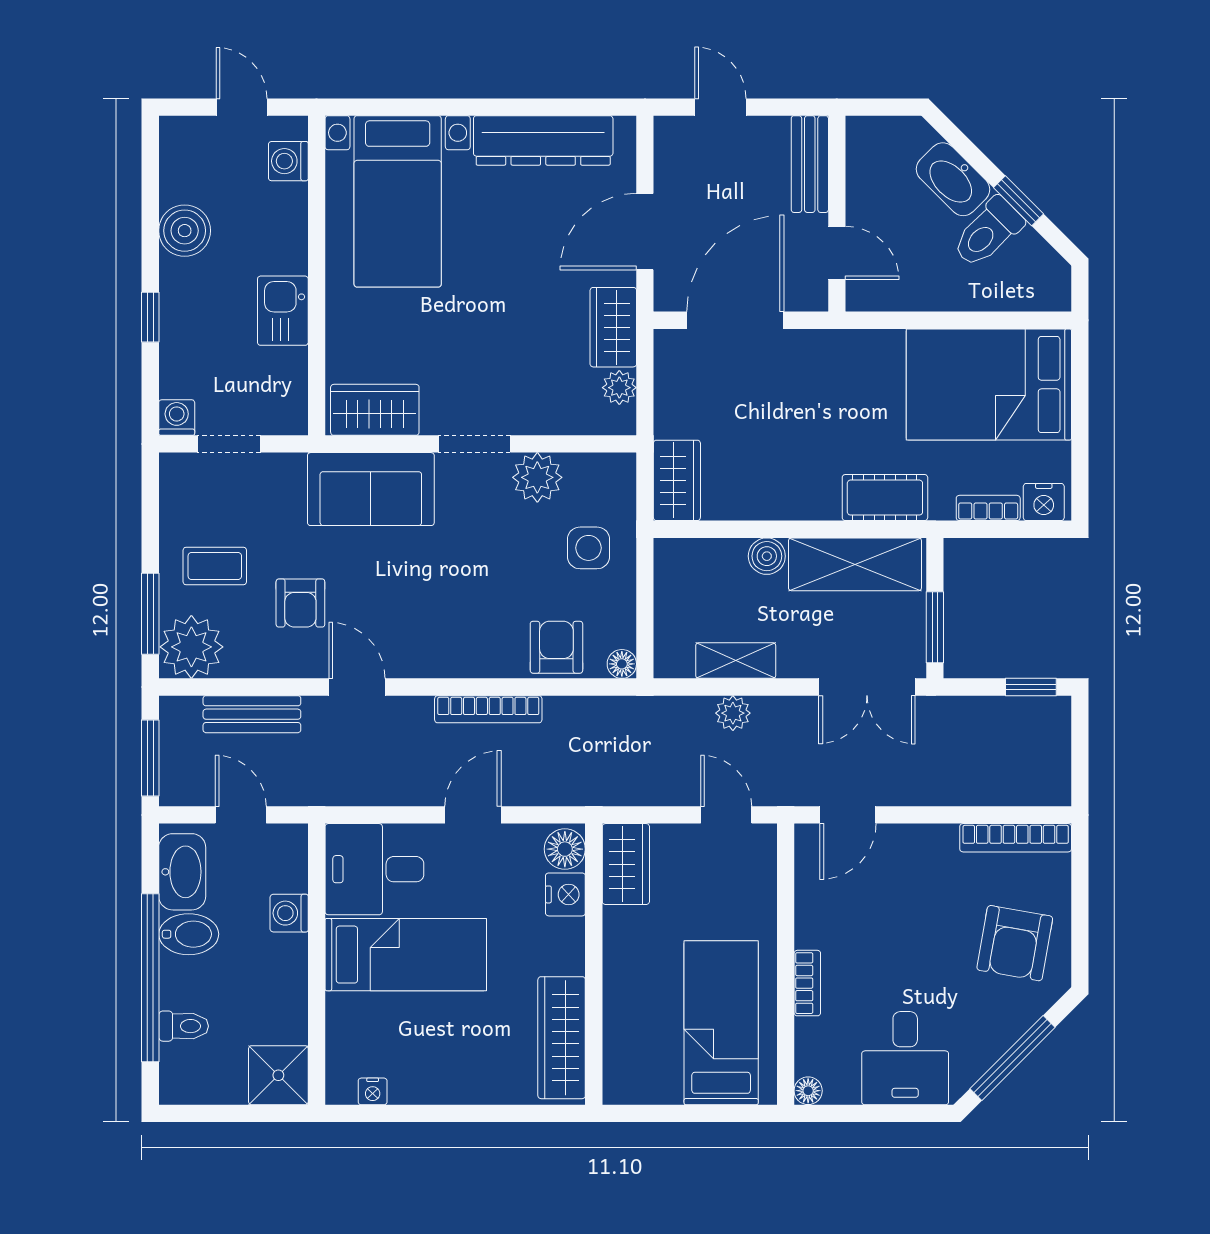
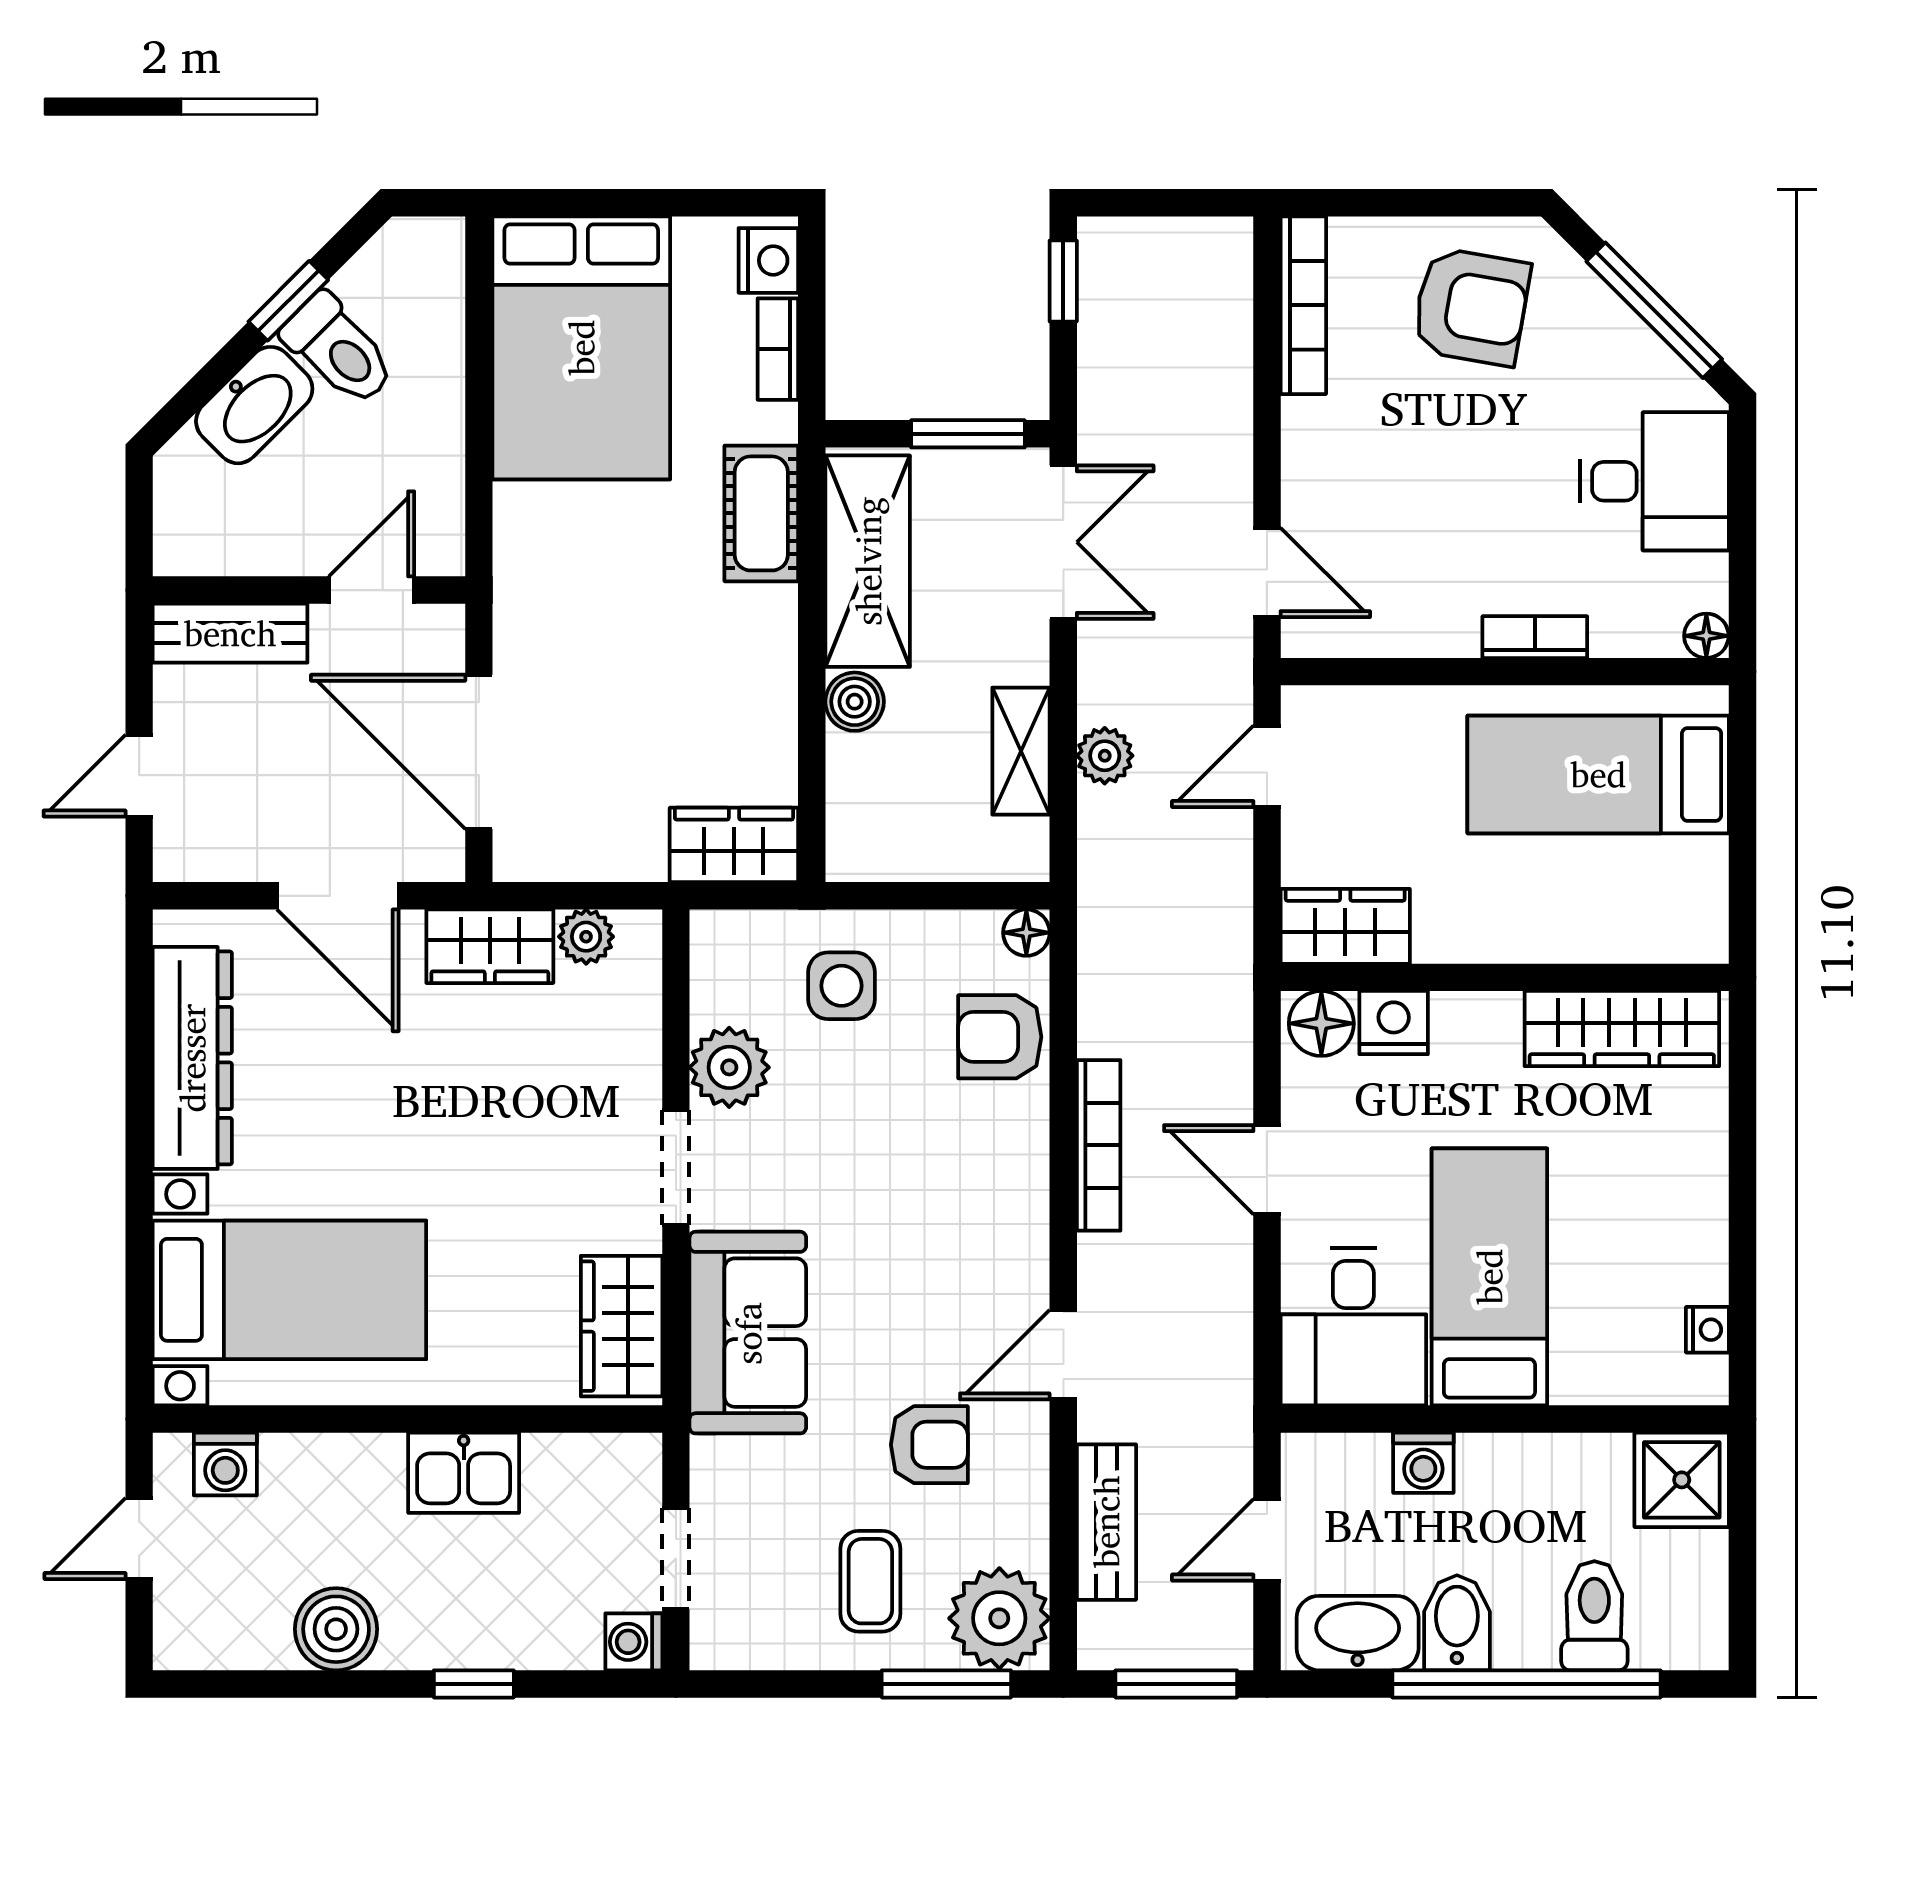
toilet: (184, 1026) -> (1594, 1616), width x1.37, depth x1.39

